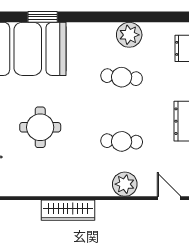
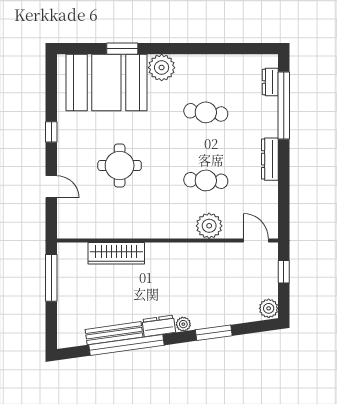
plant: (129, 35) -> (162, 68), moved
wardrobe: (68, 210) -> (116, 253), moved

